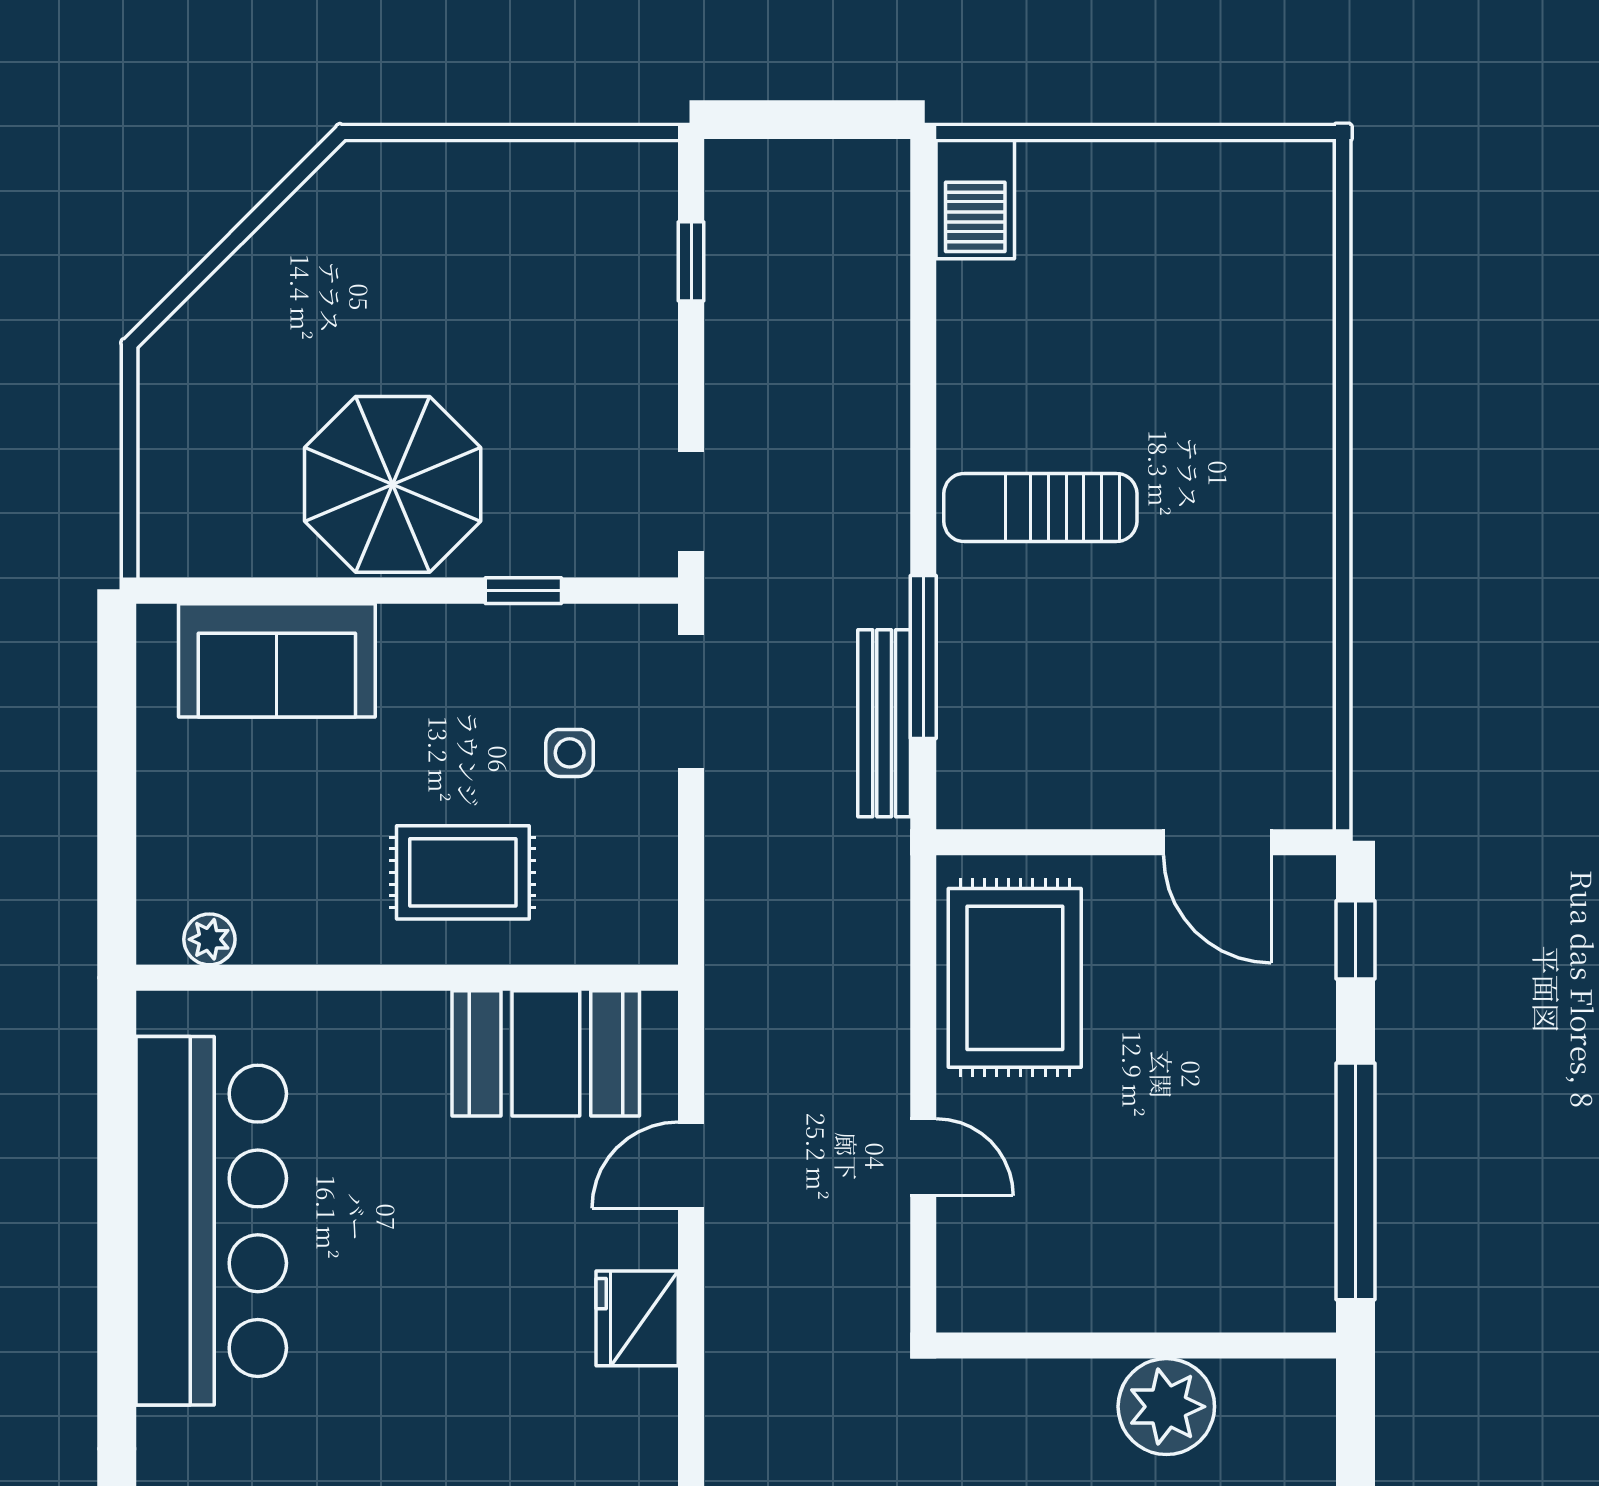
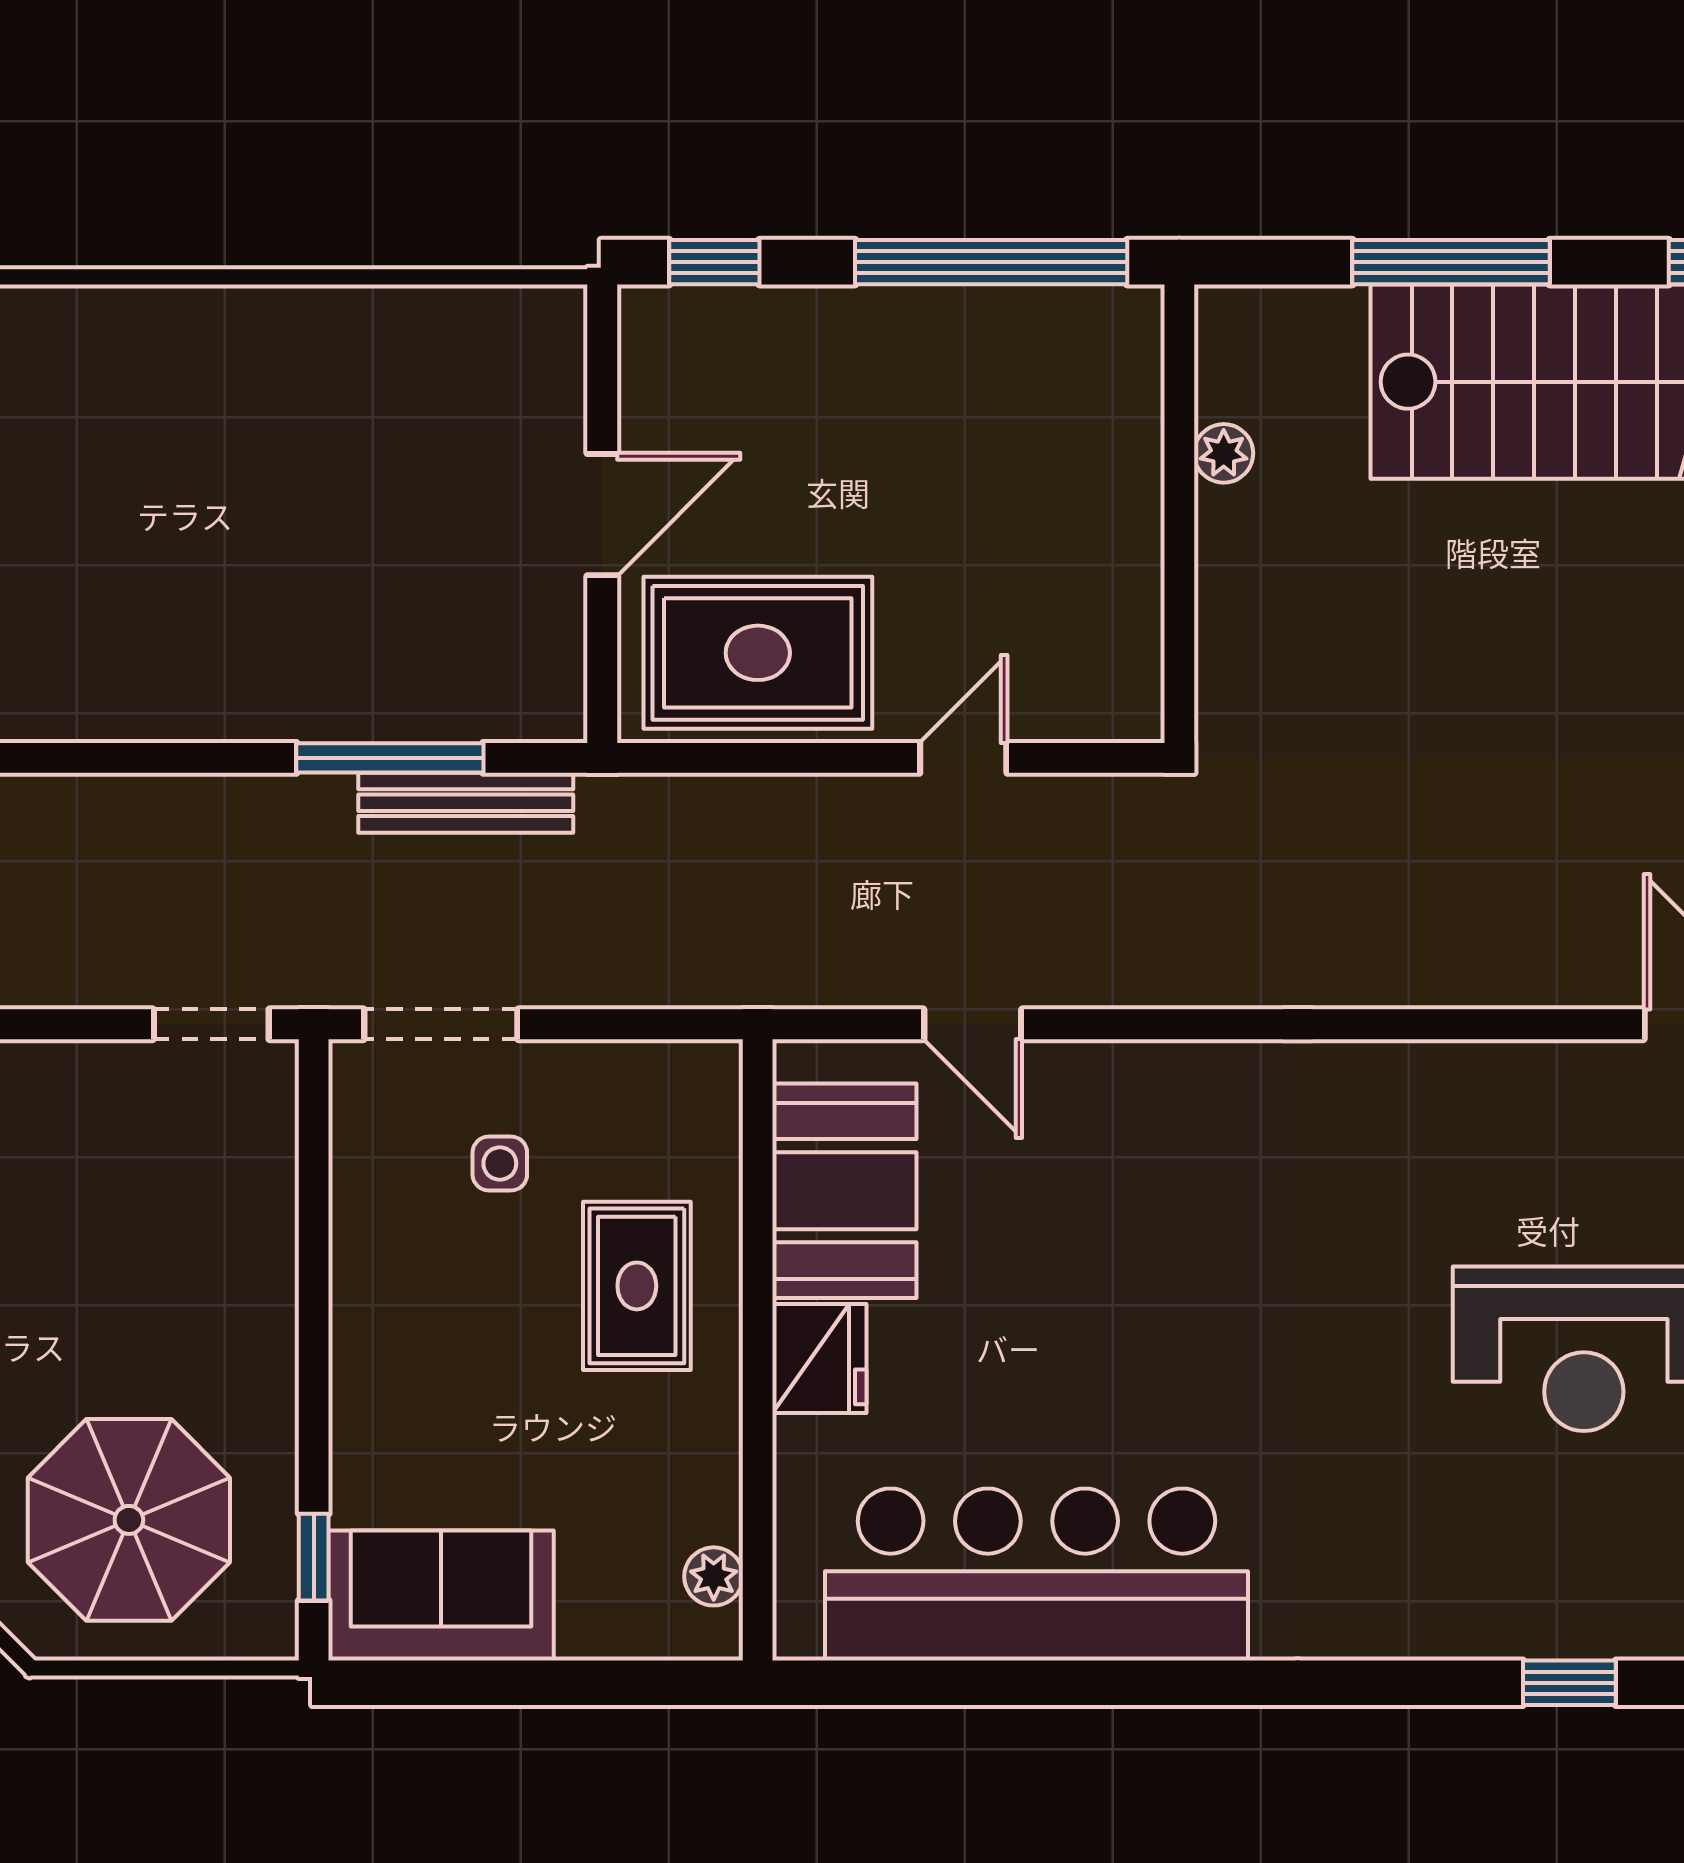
parasol: (393, 484) -> (129, 1520), moved
sun lounger: (1040, 507) -> (218, 624), removed
window: (523, 591) -> (314, 1557), moved
sofa: (277, 660) -> (441, 1595), moved, turned -90
door: (1217, 842) -> (602, 515), moved
fridge: (637, 1318) -> (819, 1359), moved, turned -90
plant: (1166, 1407) -> (1224, 453), width x0.53, depth x0.53

